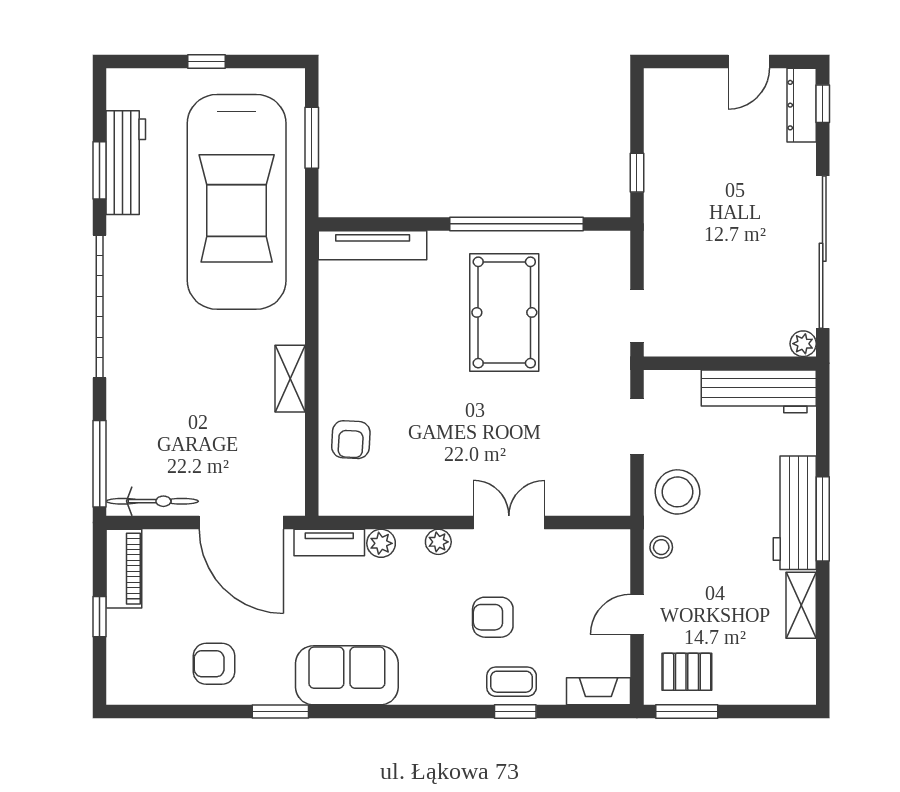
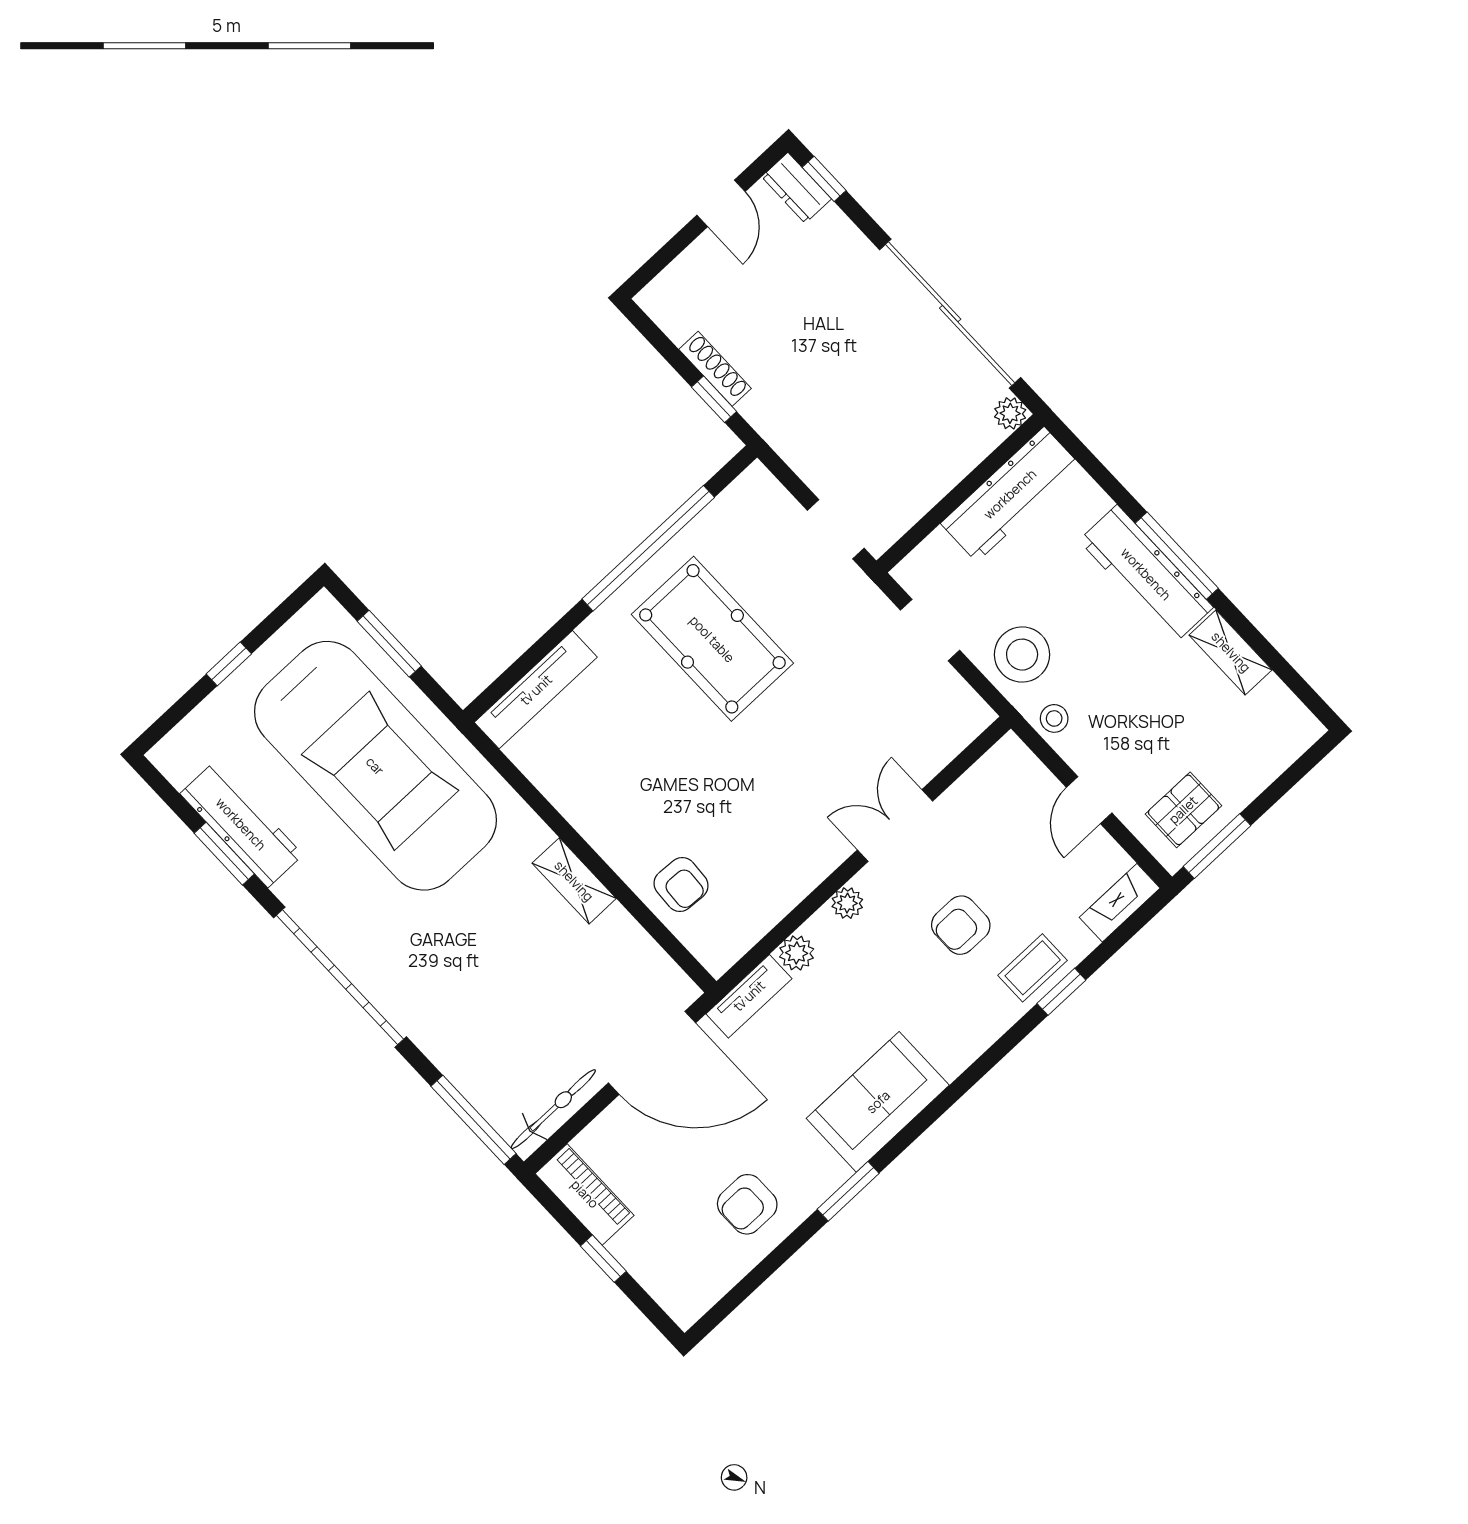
dresser: (802, 105) -> (796, 188), width x0.70
shoe rack: (654, 155) -> (715, 369), added

